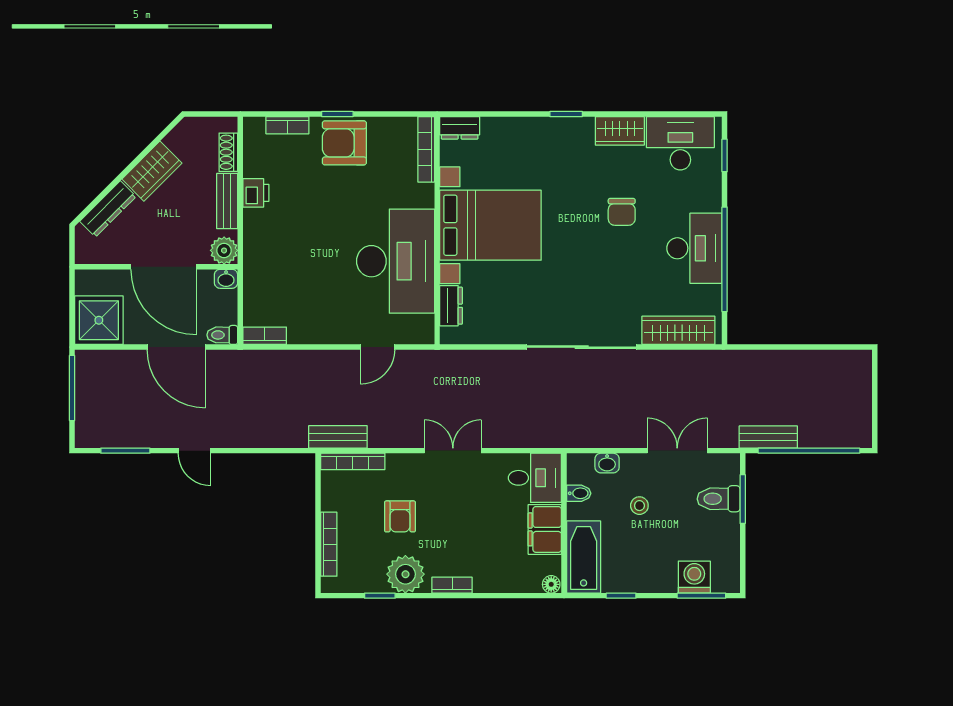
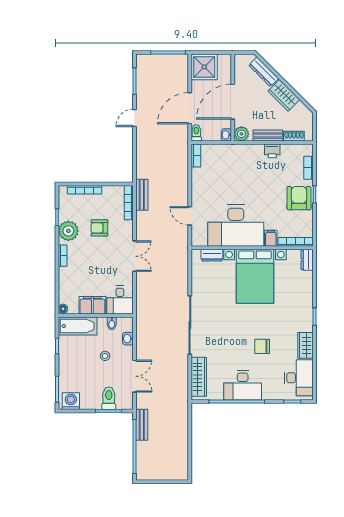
filing cabinet: (419, 196) -> (271, 238), added
washing machine: (694, 577) -> (71, 401), moved, turned -90

